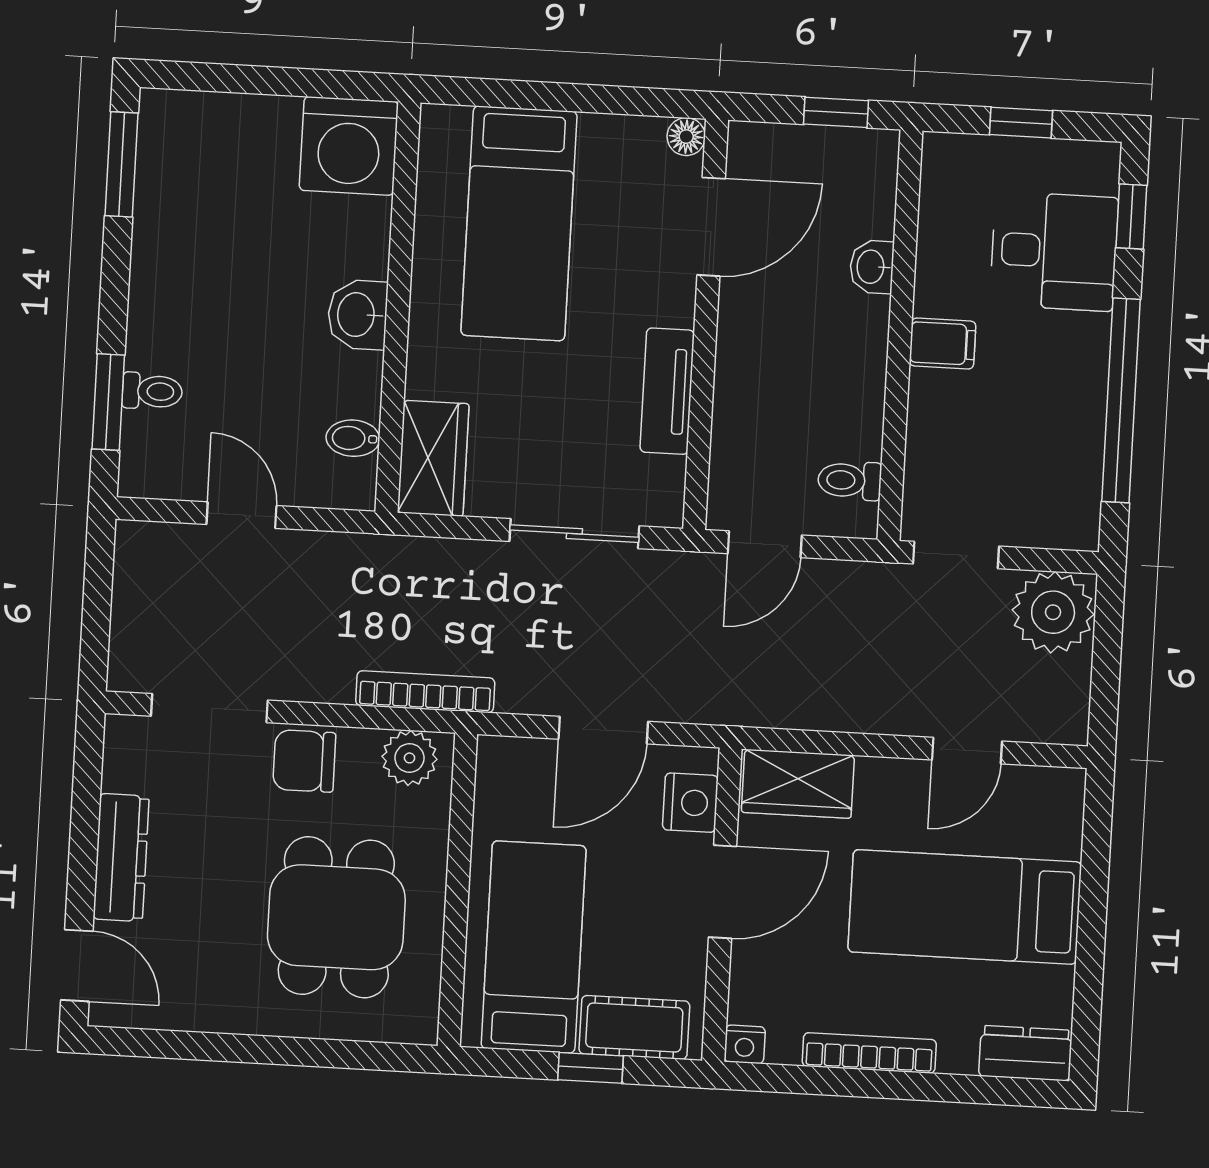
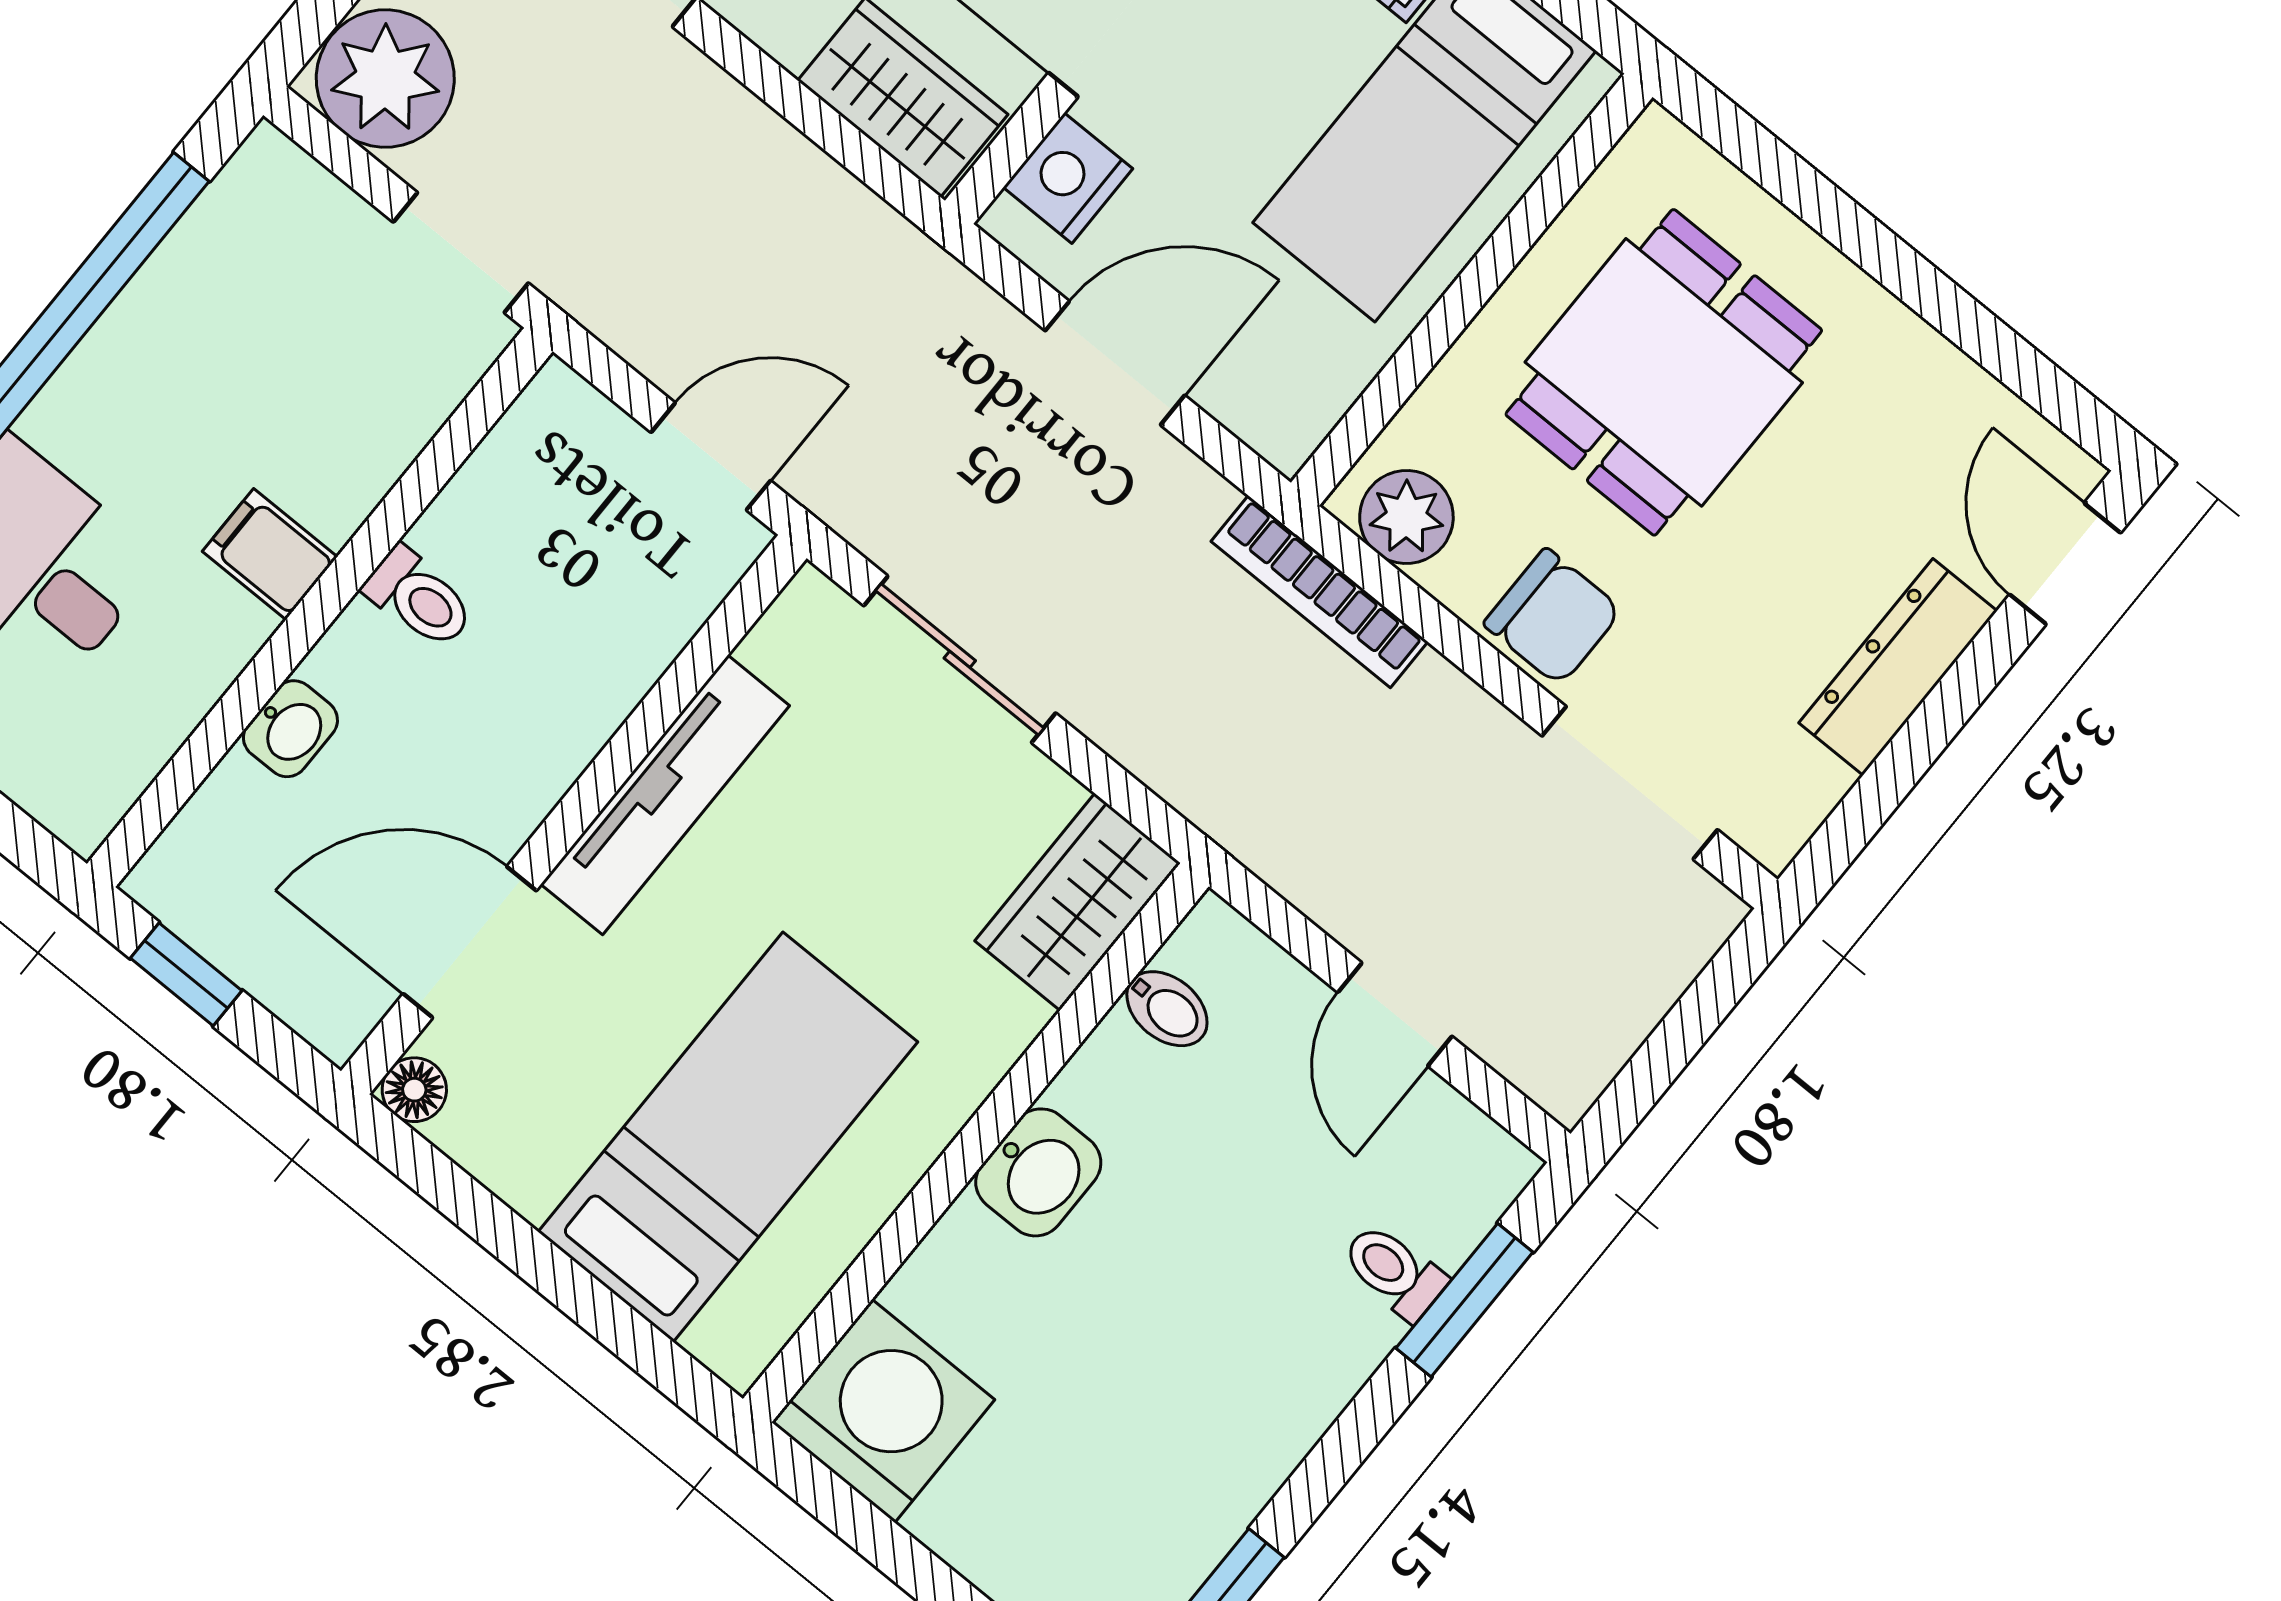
tv unit: (667, 391) -> (665, 795), width x1.41
toilet: (850, 480) -> (419, 598), moved

